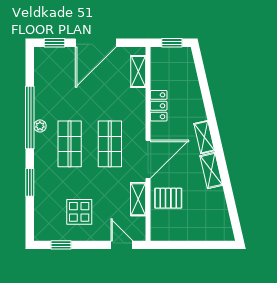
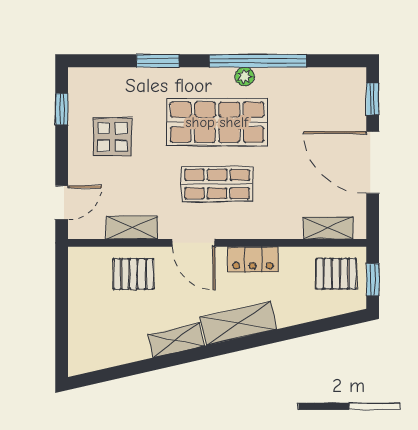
pallet: (168, 67) -> (336, 274), added
locker: (159, 106) -> (253, 259), moved
shelving: (204, 137) -> (238, 323), width x1.50, depth x1.33
shop shelf: (70, 144) -> (217, 122), width x1.43, depth x1.36
door: (148, 159) -> (194, 243), width x0.73
pallet: (168, 198) -> (133, 274), turned 90

